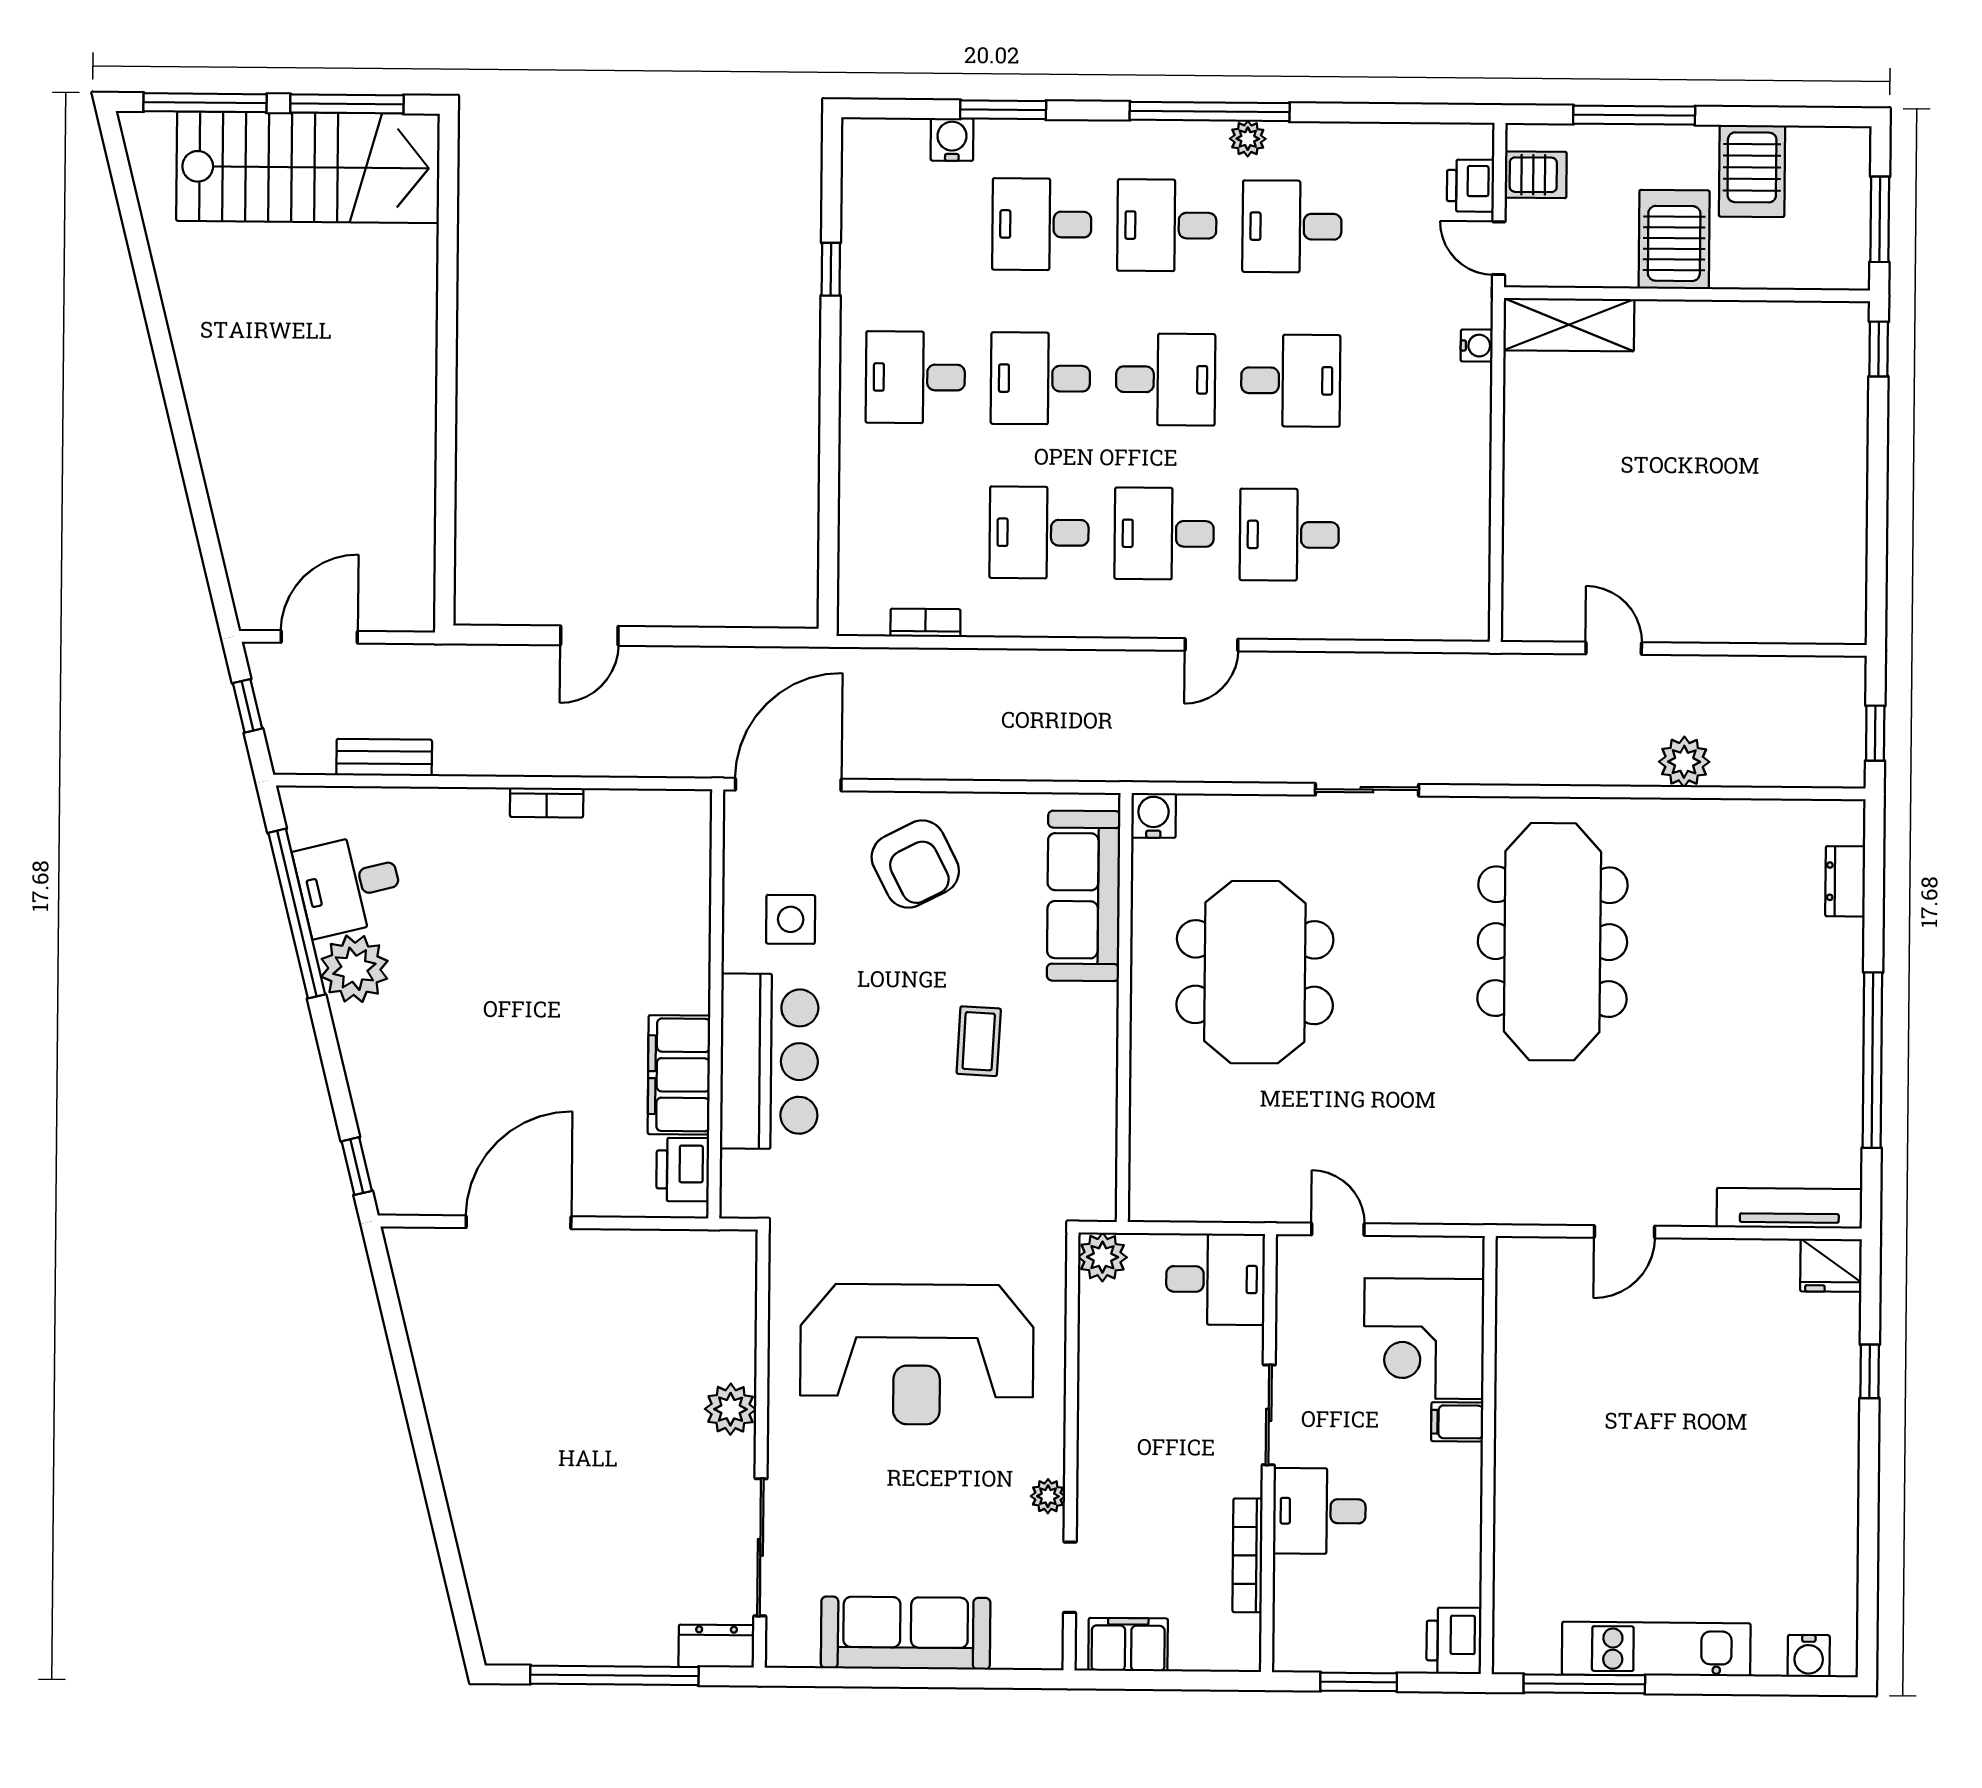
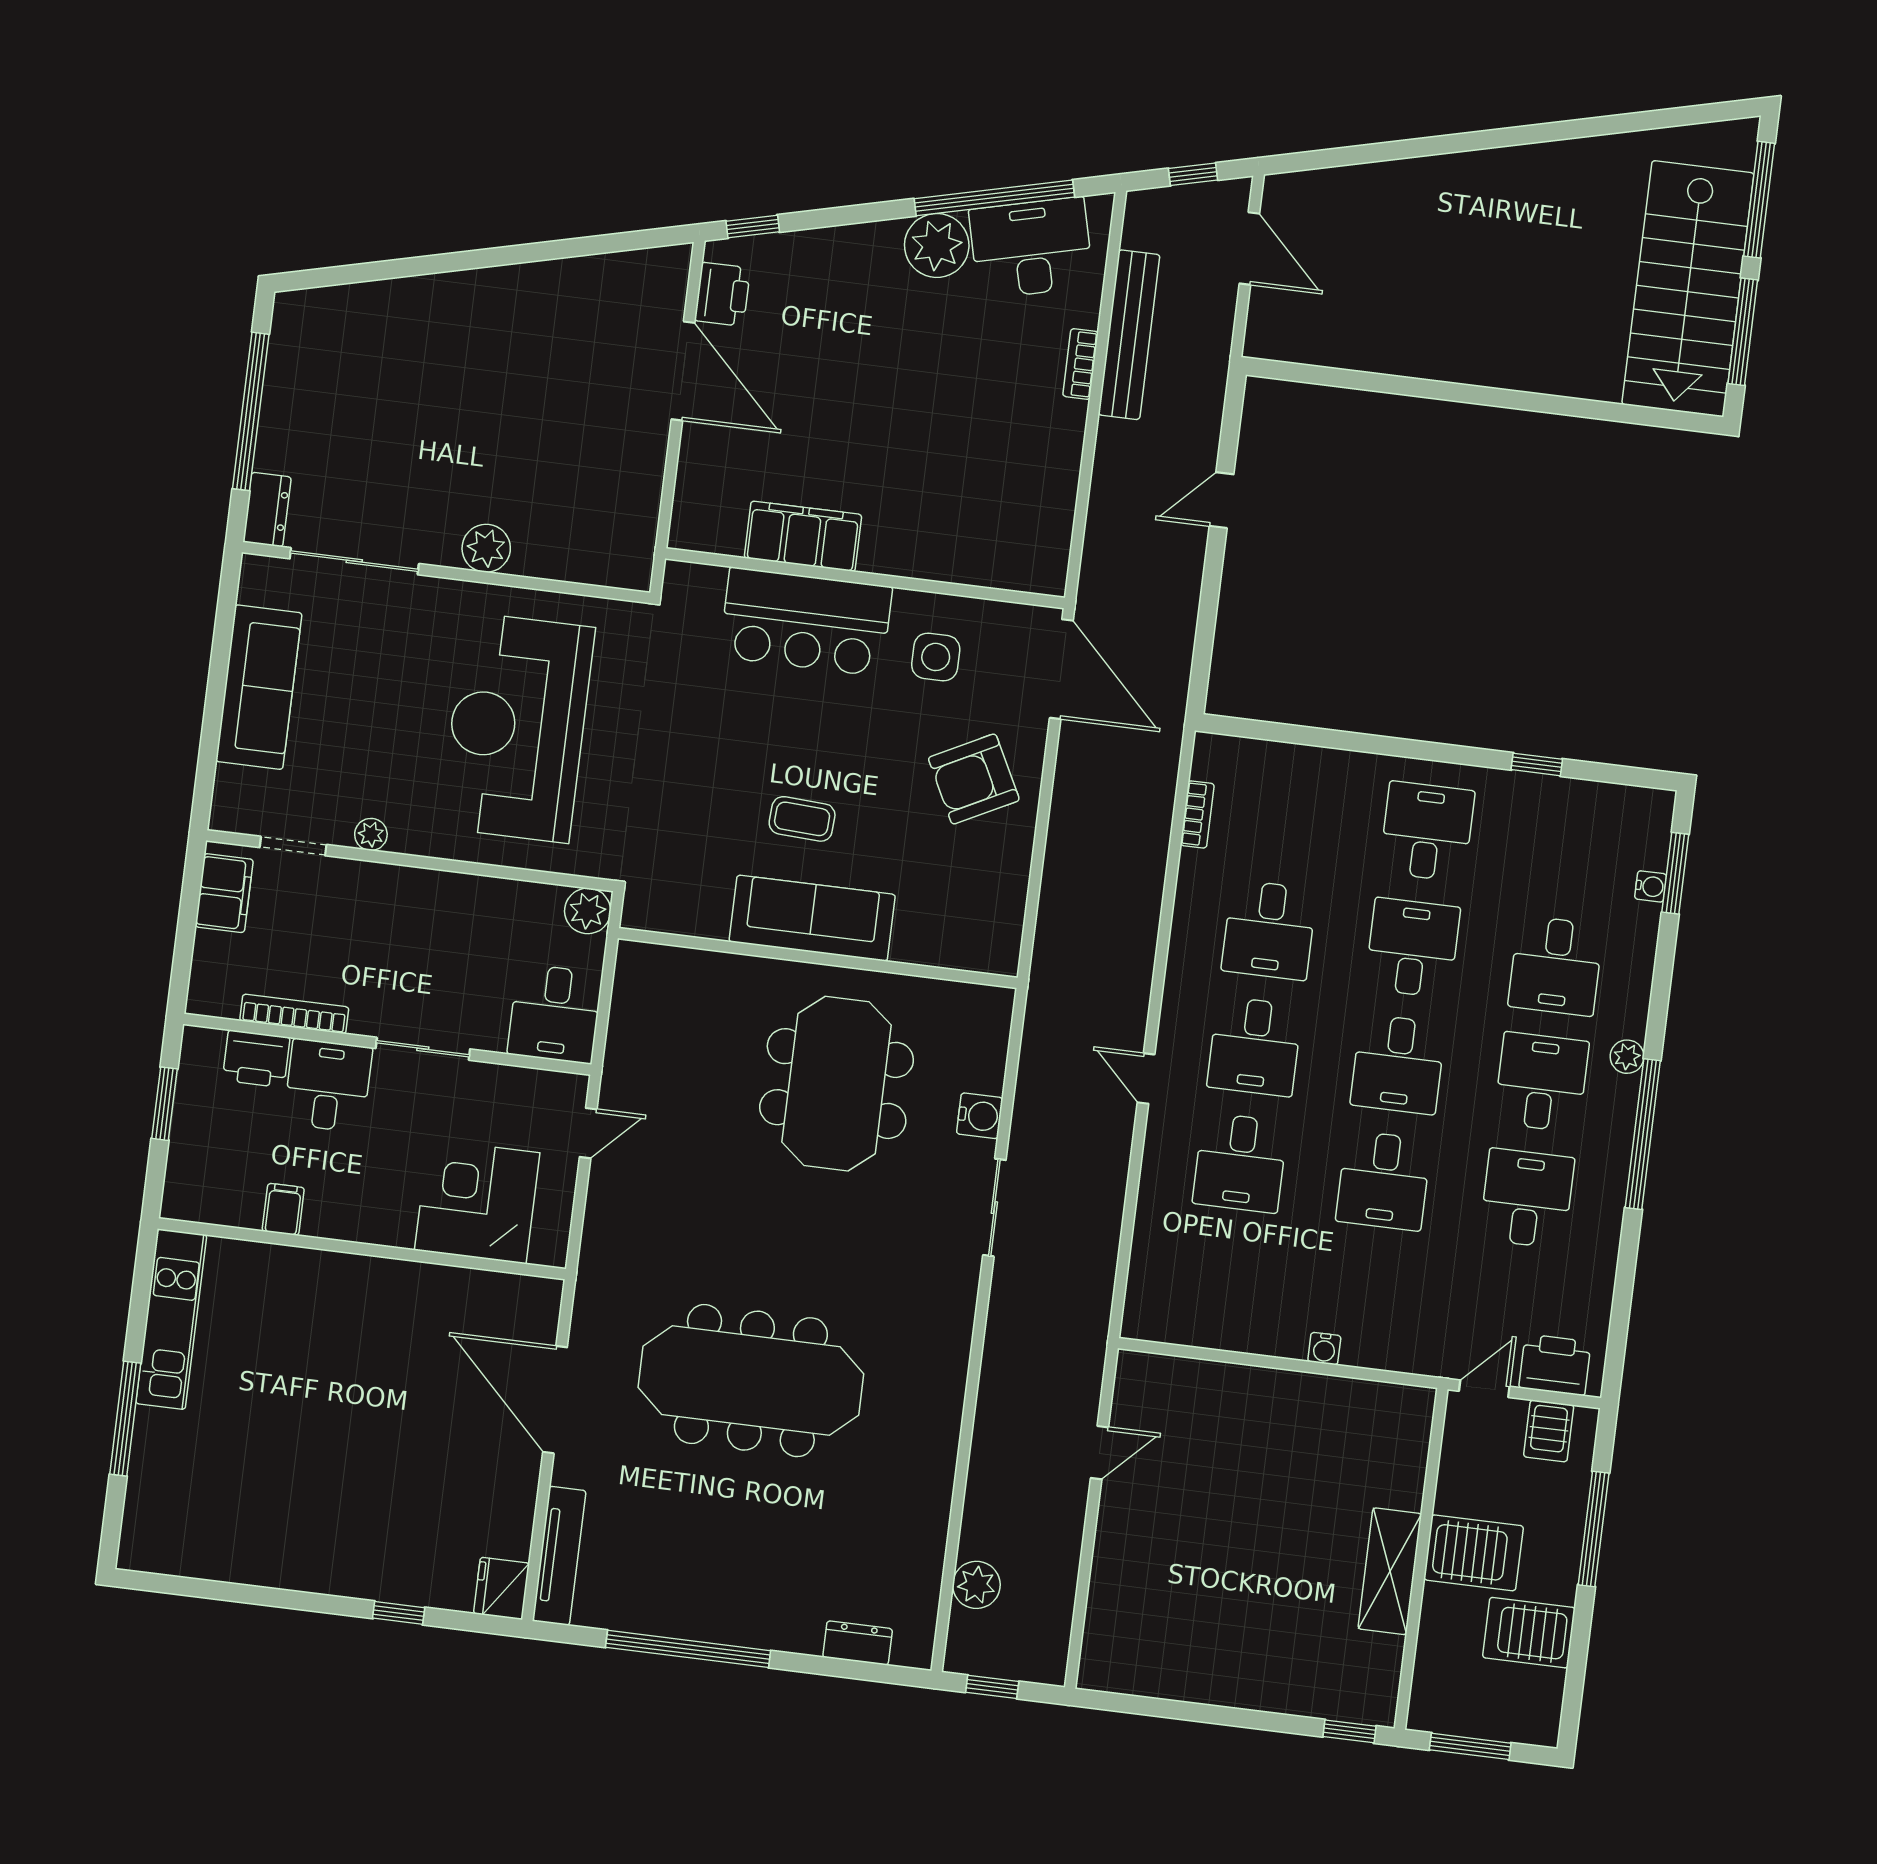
window: (1003, 110) -> (1675, 873), moved
water cooler: (952, 139) -> (1651, 886), width x0.72, depth x0.72
plant: (1248, 139) -> (1627, 1057), moved
printer: (1470, 186) -> (1555, 1365), width x1.36, depth x1.24
desk: (1042, 224) -> (1556, 966), turned 180
shelving: (1569, 325) -> (1390, 1571), moved
water cooler: (1477, 346) -> (1324, 1349), moved
desk: (1039, 533) -> (1269, 930), turned 180
desk: (1164, 534) -> (1255, 1046), turned 180
desk: (1289, 535) -> (1240, 1163), turned 180
door: (589, 636) -> (1222, 500), hinge flipped
bench: (384, 758) -> (1129, 335), width x1.86, depth x1.21
plant: (1684, 762) -> (976, 1585), moved
bookcase: (547, 803) -> (1080, 364), moved
water cooler: (1153, 815) -> (980, 1116), moved
desk: (349, 885) -> (1031, 248), width x1.37
sofa: (1084, 896) -> (812, 918), moved
meeting table: (1552, 942) -> (751, 1381), moved
meeting table: (1255, 972) -> (837, 1084), turned 90
printer: (683, 1170) -> (722, 294), moved, turned 90
door: (1624, 1232) -> (555, 1400), width x1.87
filing cabinet: (1457, 1422) -> (283, 1209), moved
printer: (1454, 1641) -> (256, 1059), moved, turned 180
kitchen unit: (1656, 1649) -> (171, 1319), moved
water cooler: (1809, 1656) -> (140, 1526), removed
window: (1584, 1684) -> (125, 1419), moved

